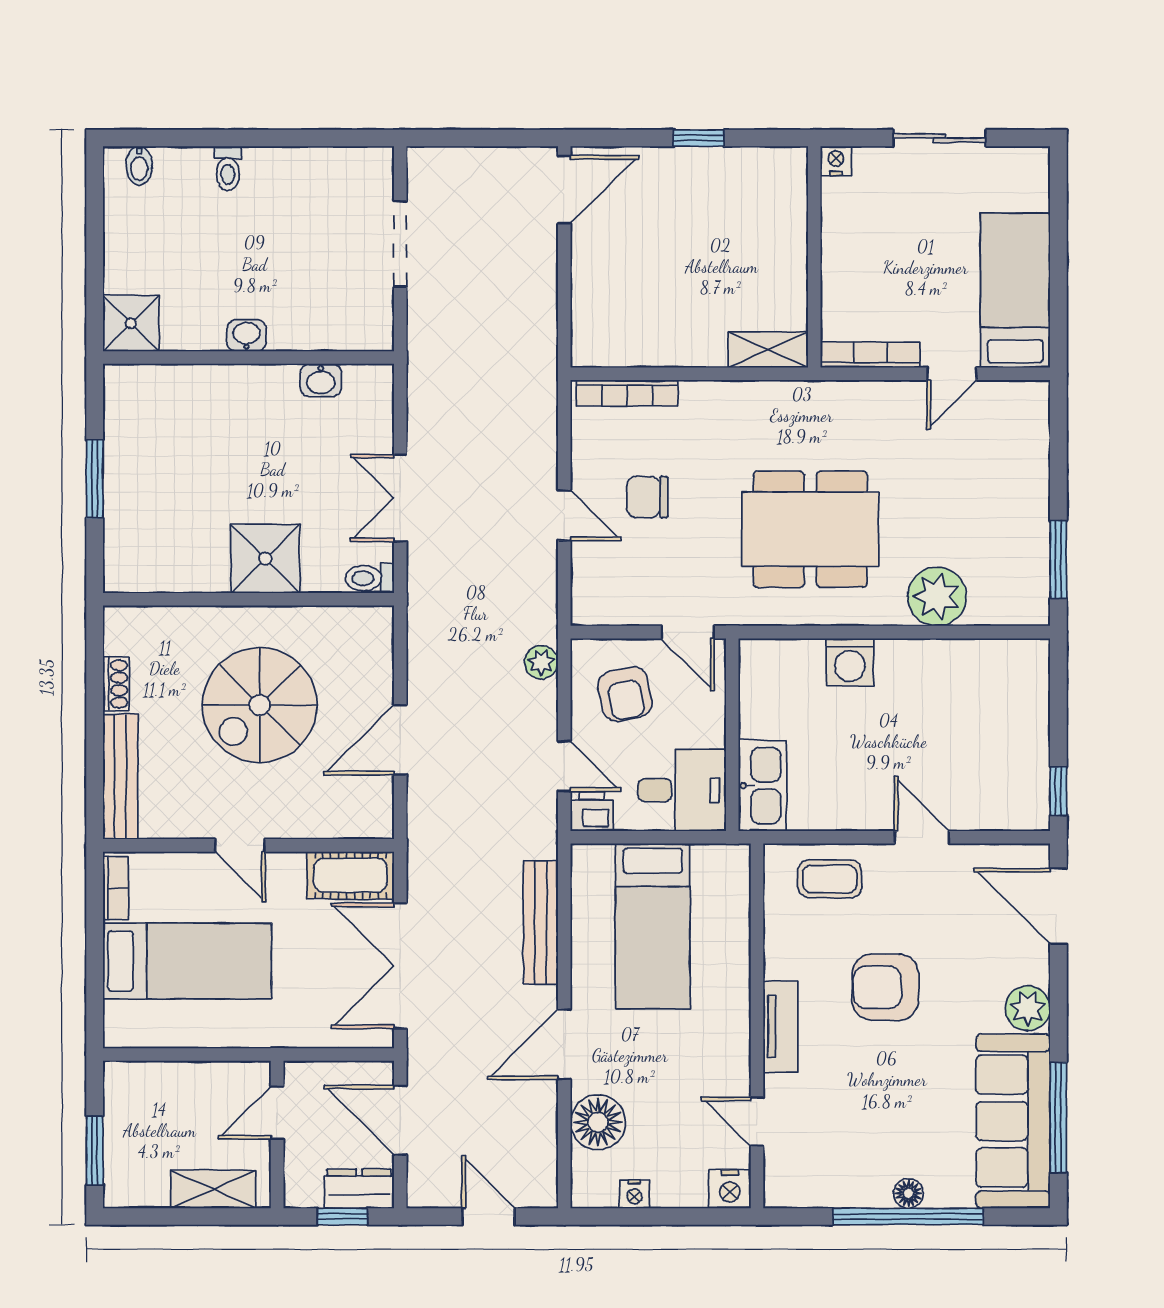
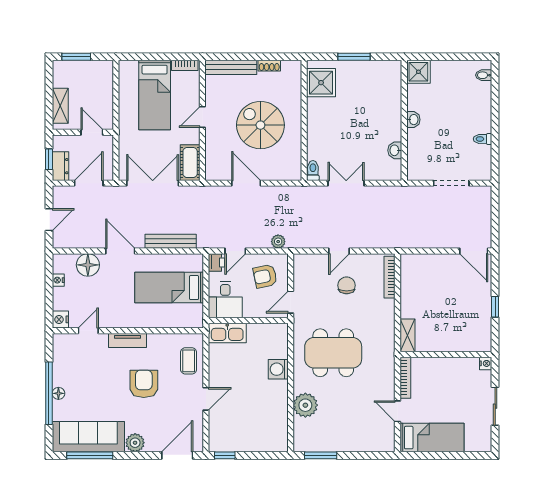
toilet: (228, 168) -> (482, 139), moved
dining table: (810, 529) -> (333, 353), turned 90
shower: (265, 559) -> (321, 83), moved

